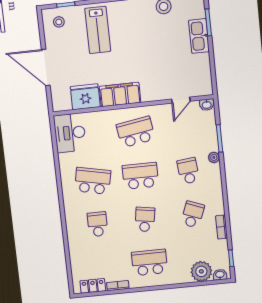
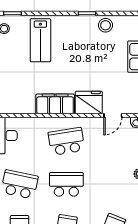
fridge: (85, 97) -> (89, 102), moved
school desk: (188, 171) -> (113, 184), removed

